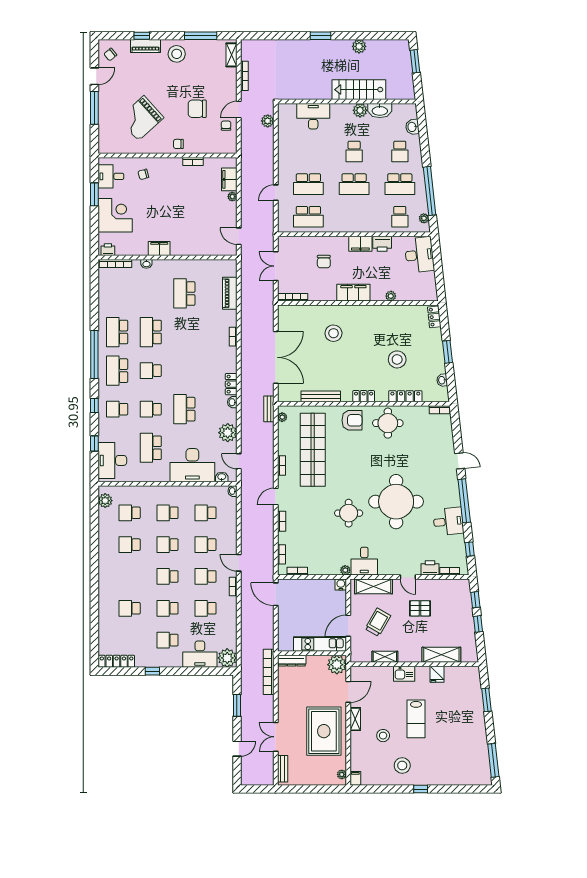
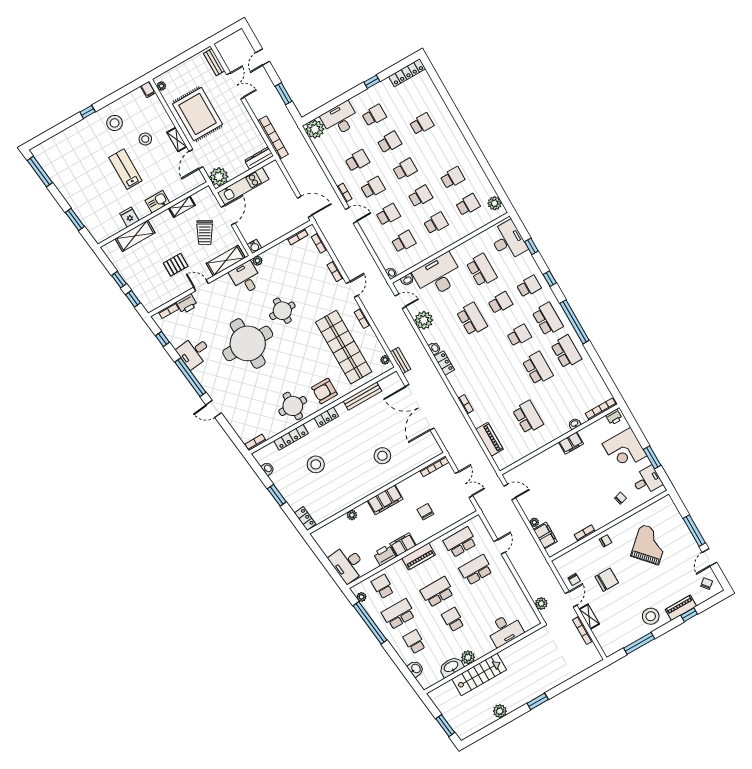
shelving: (232, 55) -> (589, 617), moved
piano: (353, 225) -> (419, 556), added

